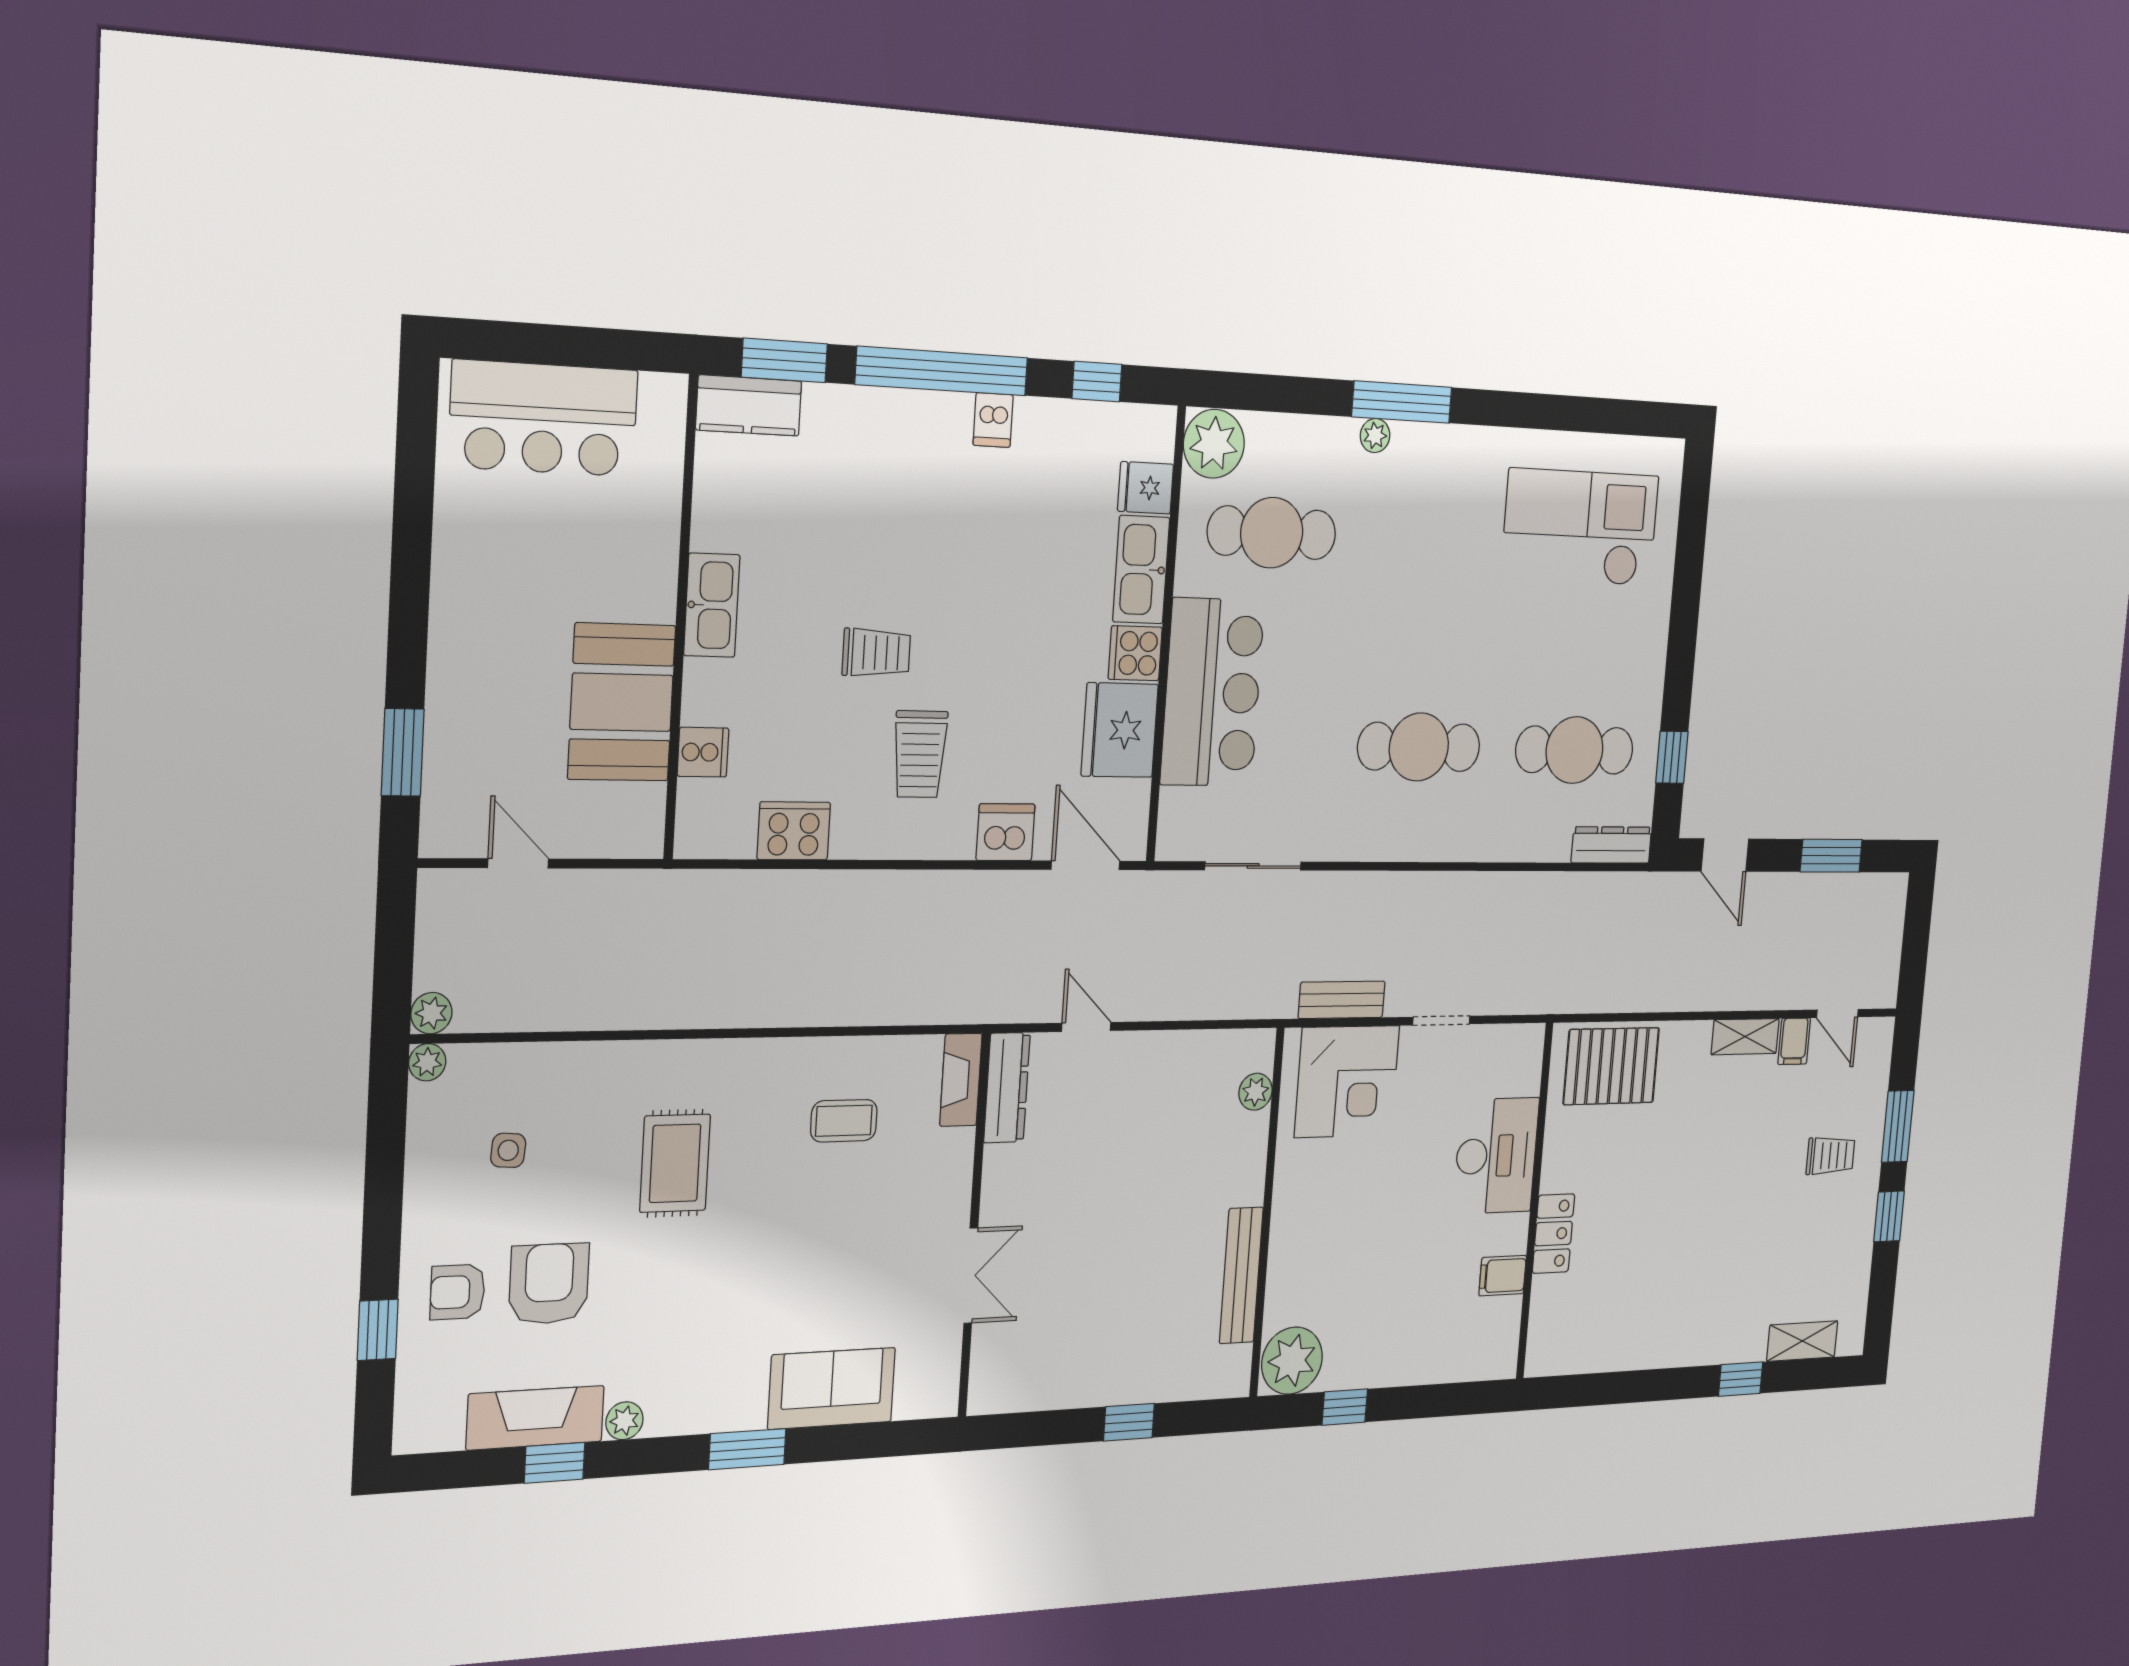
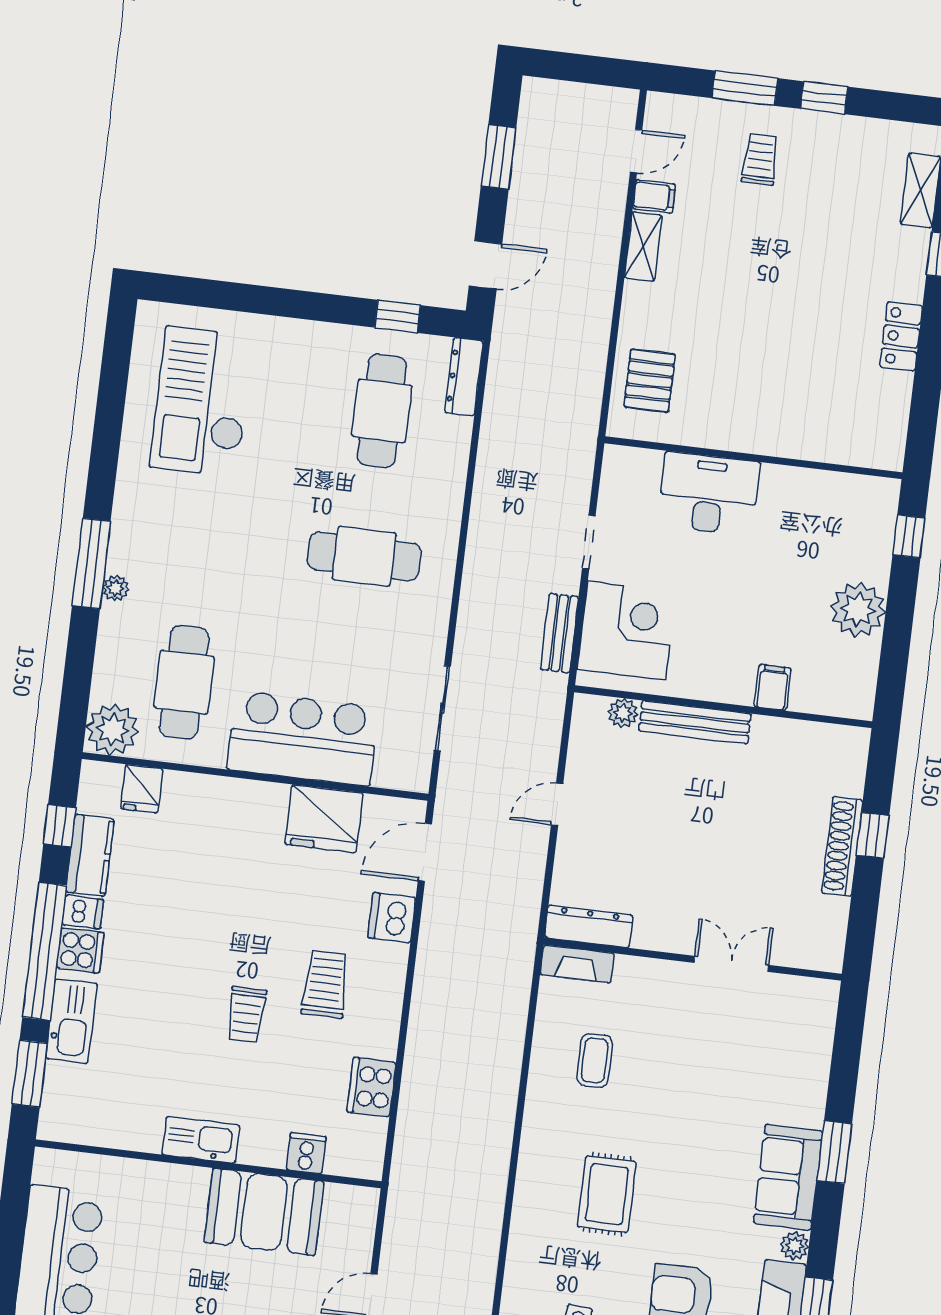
kitchen counter: (749, 405) -> (90, 855), moved
kitchen sink: (1141, 570) -> (71, 1021), moved, turned -90
trolley: (876, 653) -> (246, 1015), turned 180
cooker: (1135, 653) -> (80, 950), moved, turned -90
cafe table: (1419, 747) -> (364, 556), turned 90
trolley: (920, 754) -> (325, 984), turned -90
door: (1086, 1027) -> (557, 804), moved
pallet: (1611, 1066) -> (650, 381), width x0.67, depth x0.71
rug: (675, 1163) -> (607, 1194), turned 90
locker: (1553, 1234) -> (901, 336), moved, turned -90
bench: (1241, 1275) -> (695, 722), moved
filing cabinet: (1503, 1276) -> (773, 687), moved, turned 180
plant: (1292, 1361) -> (858, 610), moved
sofa: (832, 1388) -> (788, 1177), moved
shoe rack: (1115, 1388) -> (842, 846), added
window: (1345, 1407) -> (909, 536), moved

